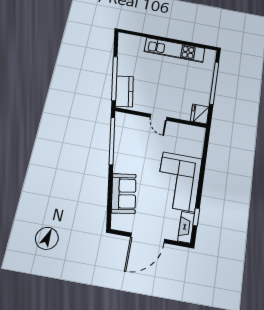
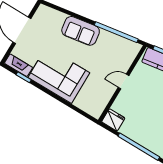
sofa: (124, 193) -> (81, 31), moved

